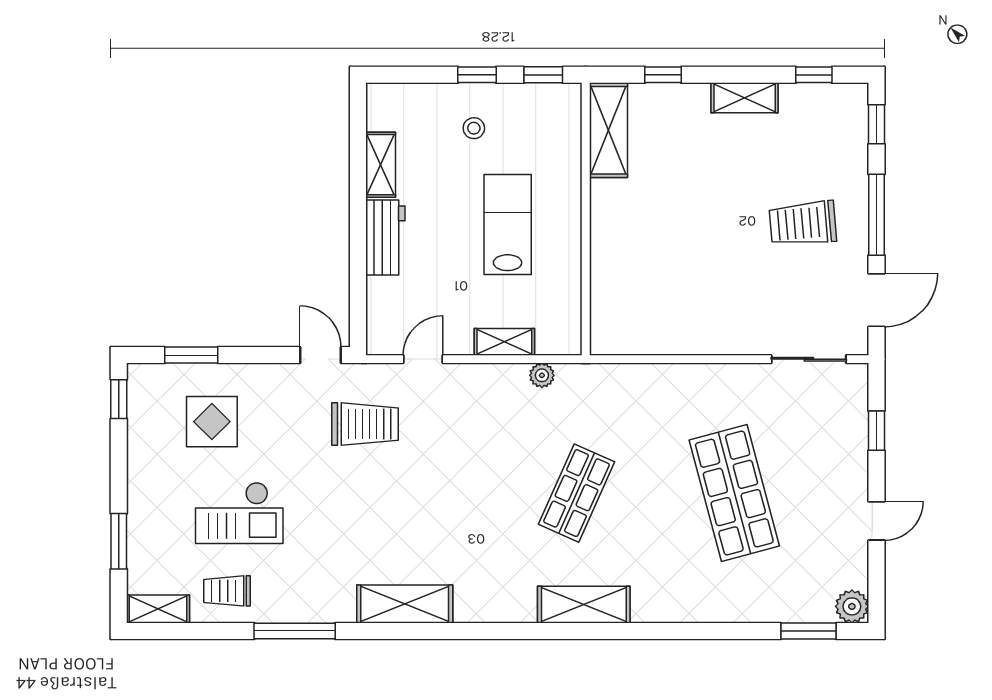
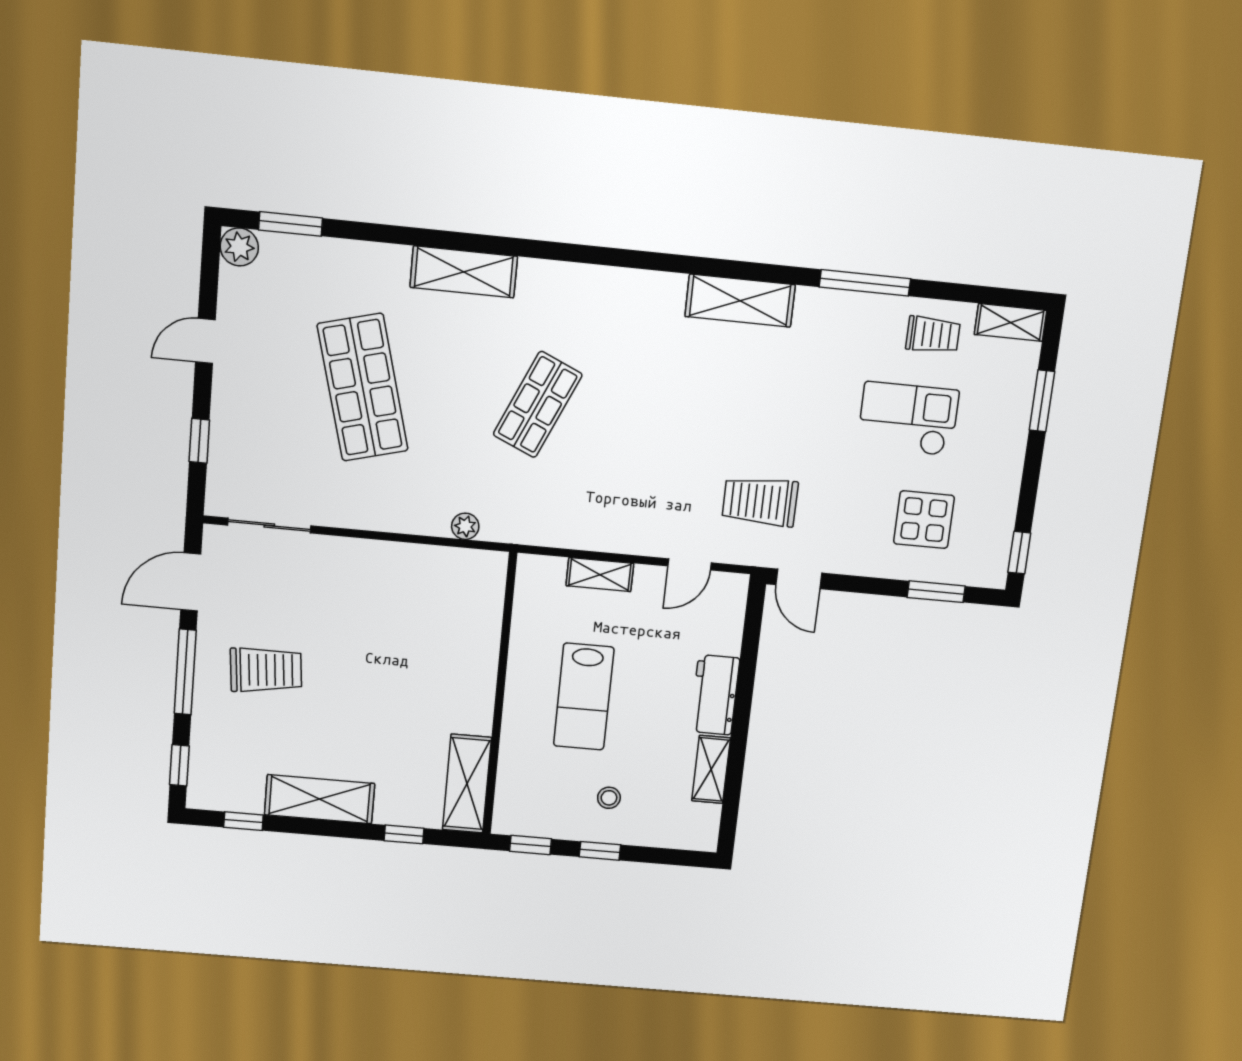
shelving: (745, 98) -> (320, 799), width x1.50, depth x1.33
plant: (542, 375) -> (465, 526), moved
shelving: (584, 605) -> (464, 272), moved

